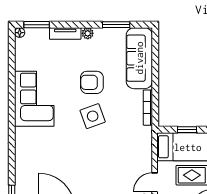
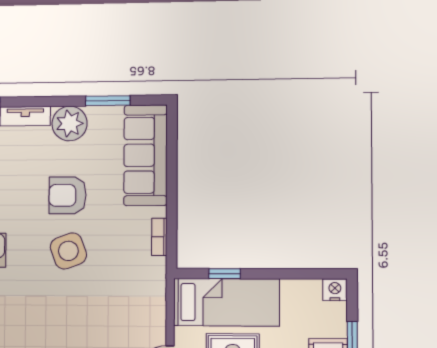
plant: (88, 33) -> (70, 123), width x1.88, depth x1.88
bookcase: (148, 108) -> (159, 237), width x0.64

